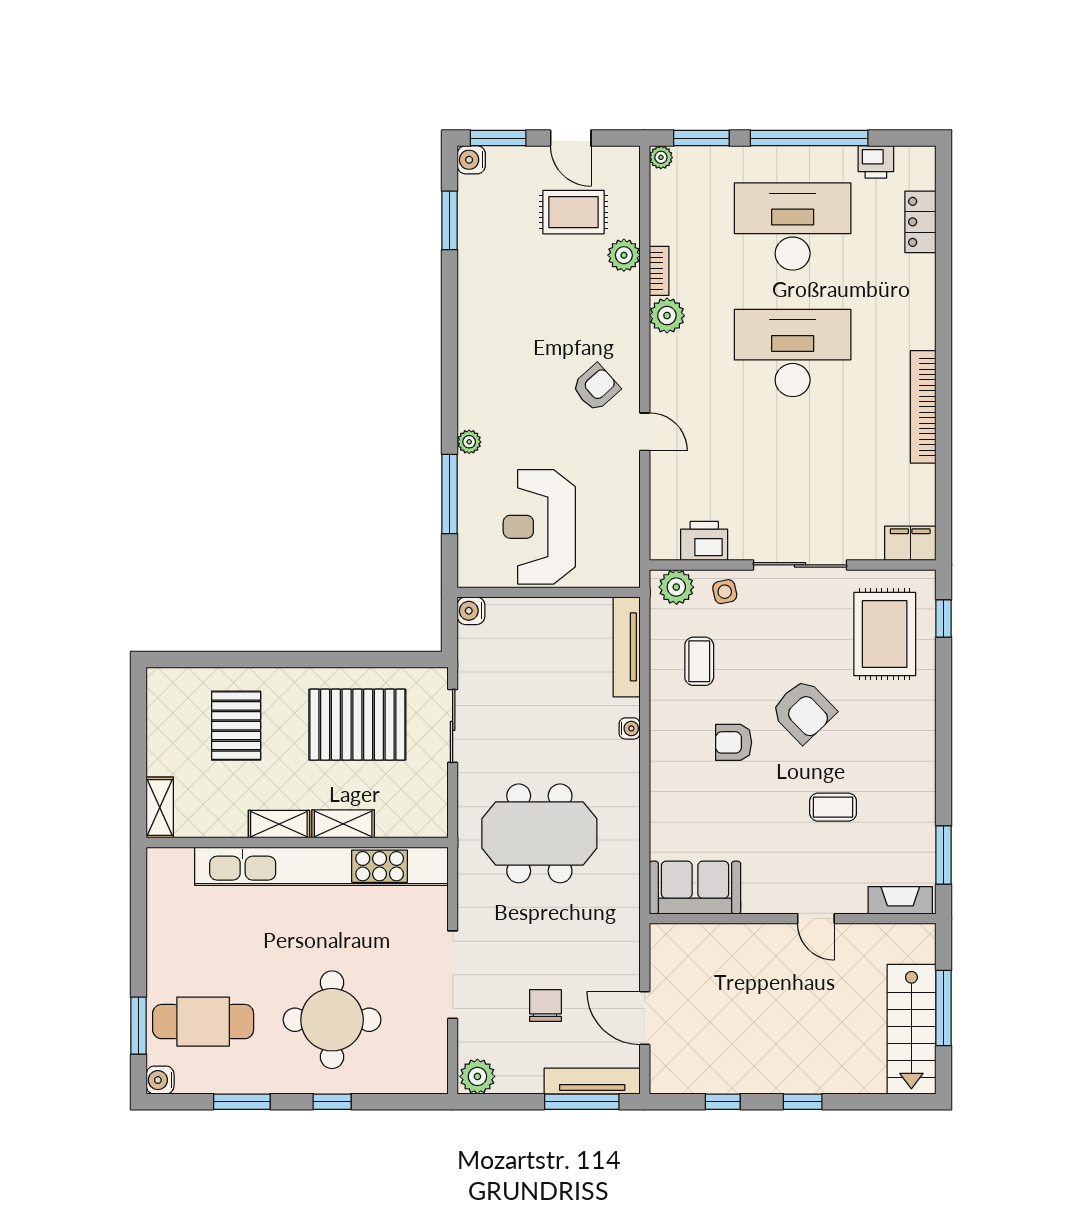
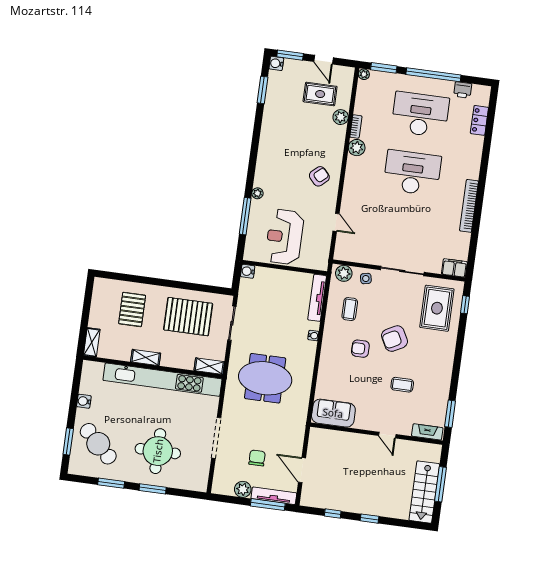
door: (645, 432) -> (336, 222), moved
printer: (704, 541) -> (360, 254), removed
armchair: (803, 711) -> (394, 339), turned 106
shelving: (343, 824) -> (209, 366), moved
cafe table: (203, 1022) -> (98, 444), turned 44
plant: (477, 1076) -> (243, 489), moved
water cooler: (160, 1080) -> (84, 401), moved
window: (332, 1102) -> (153, 489), width x1.50

